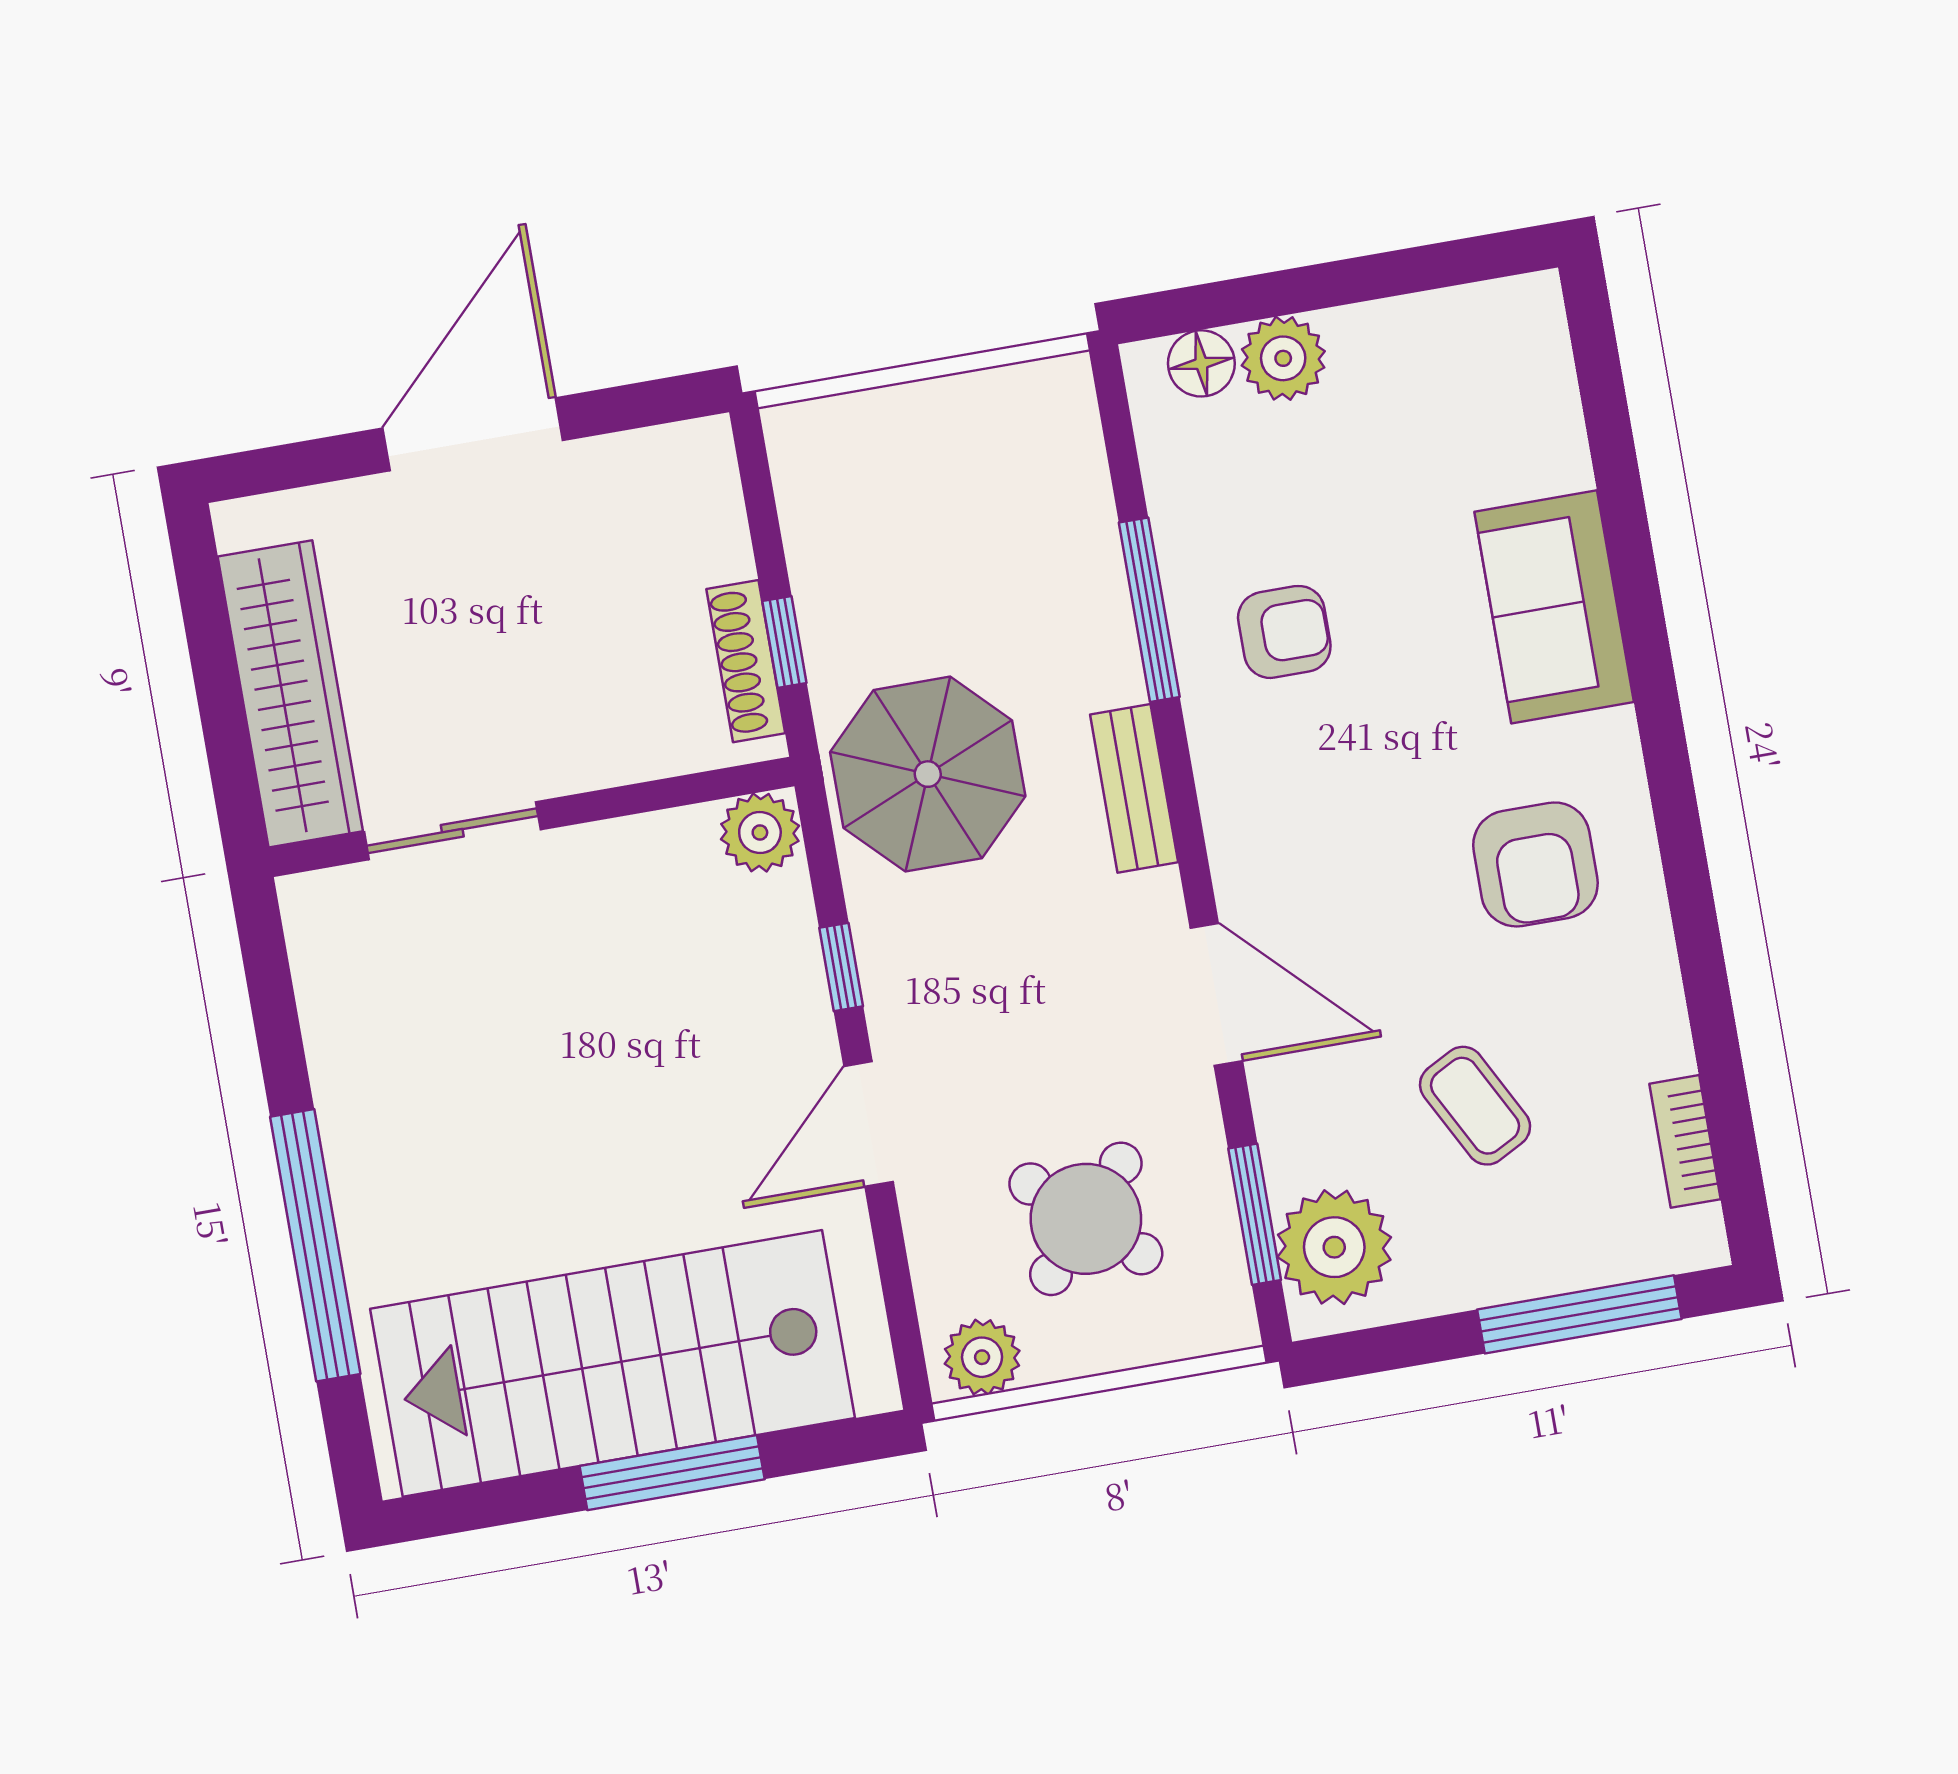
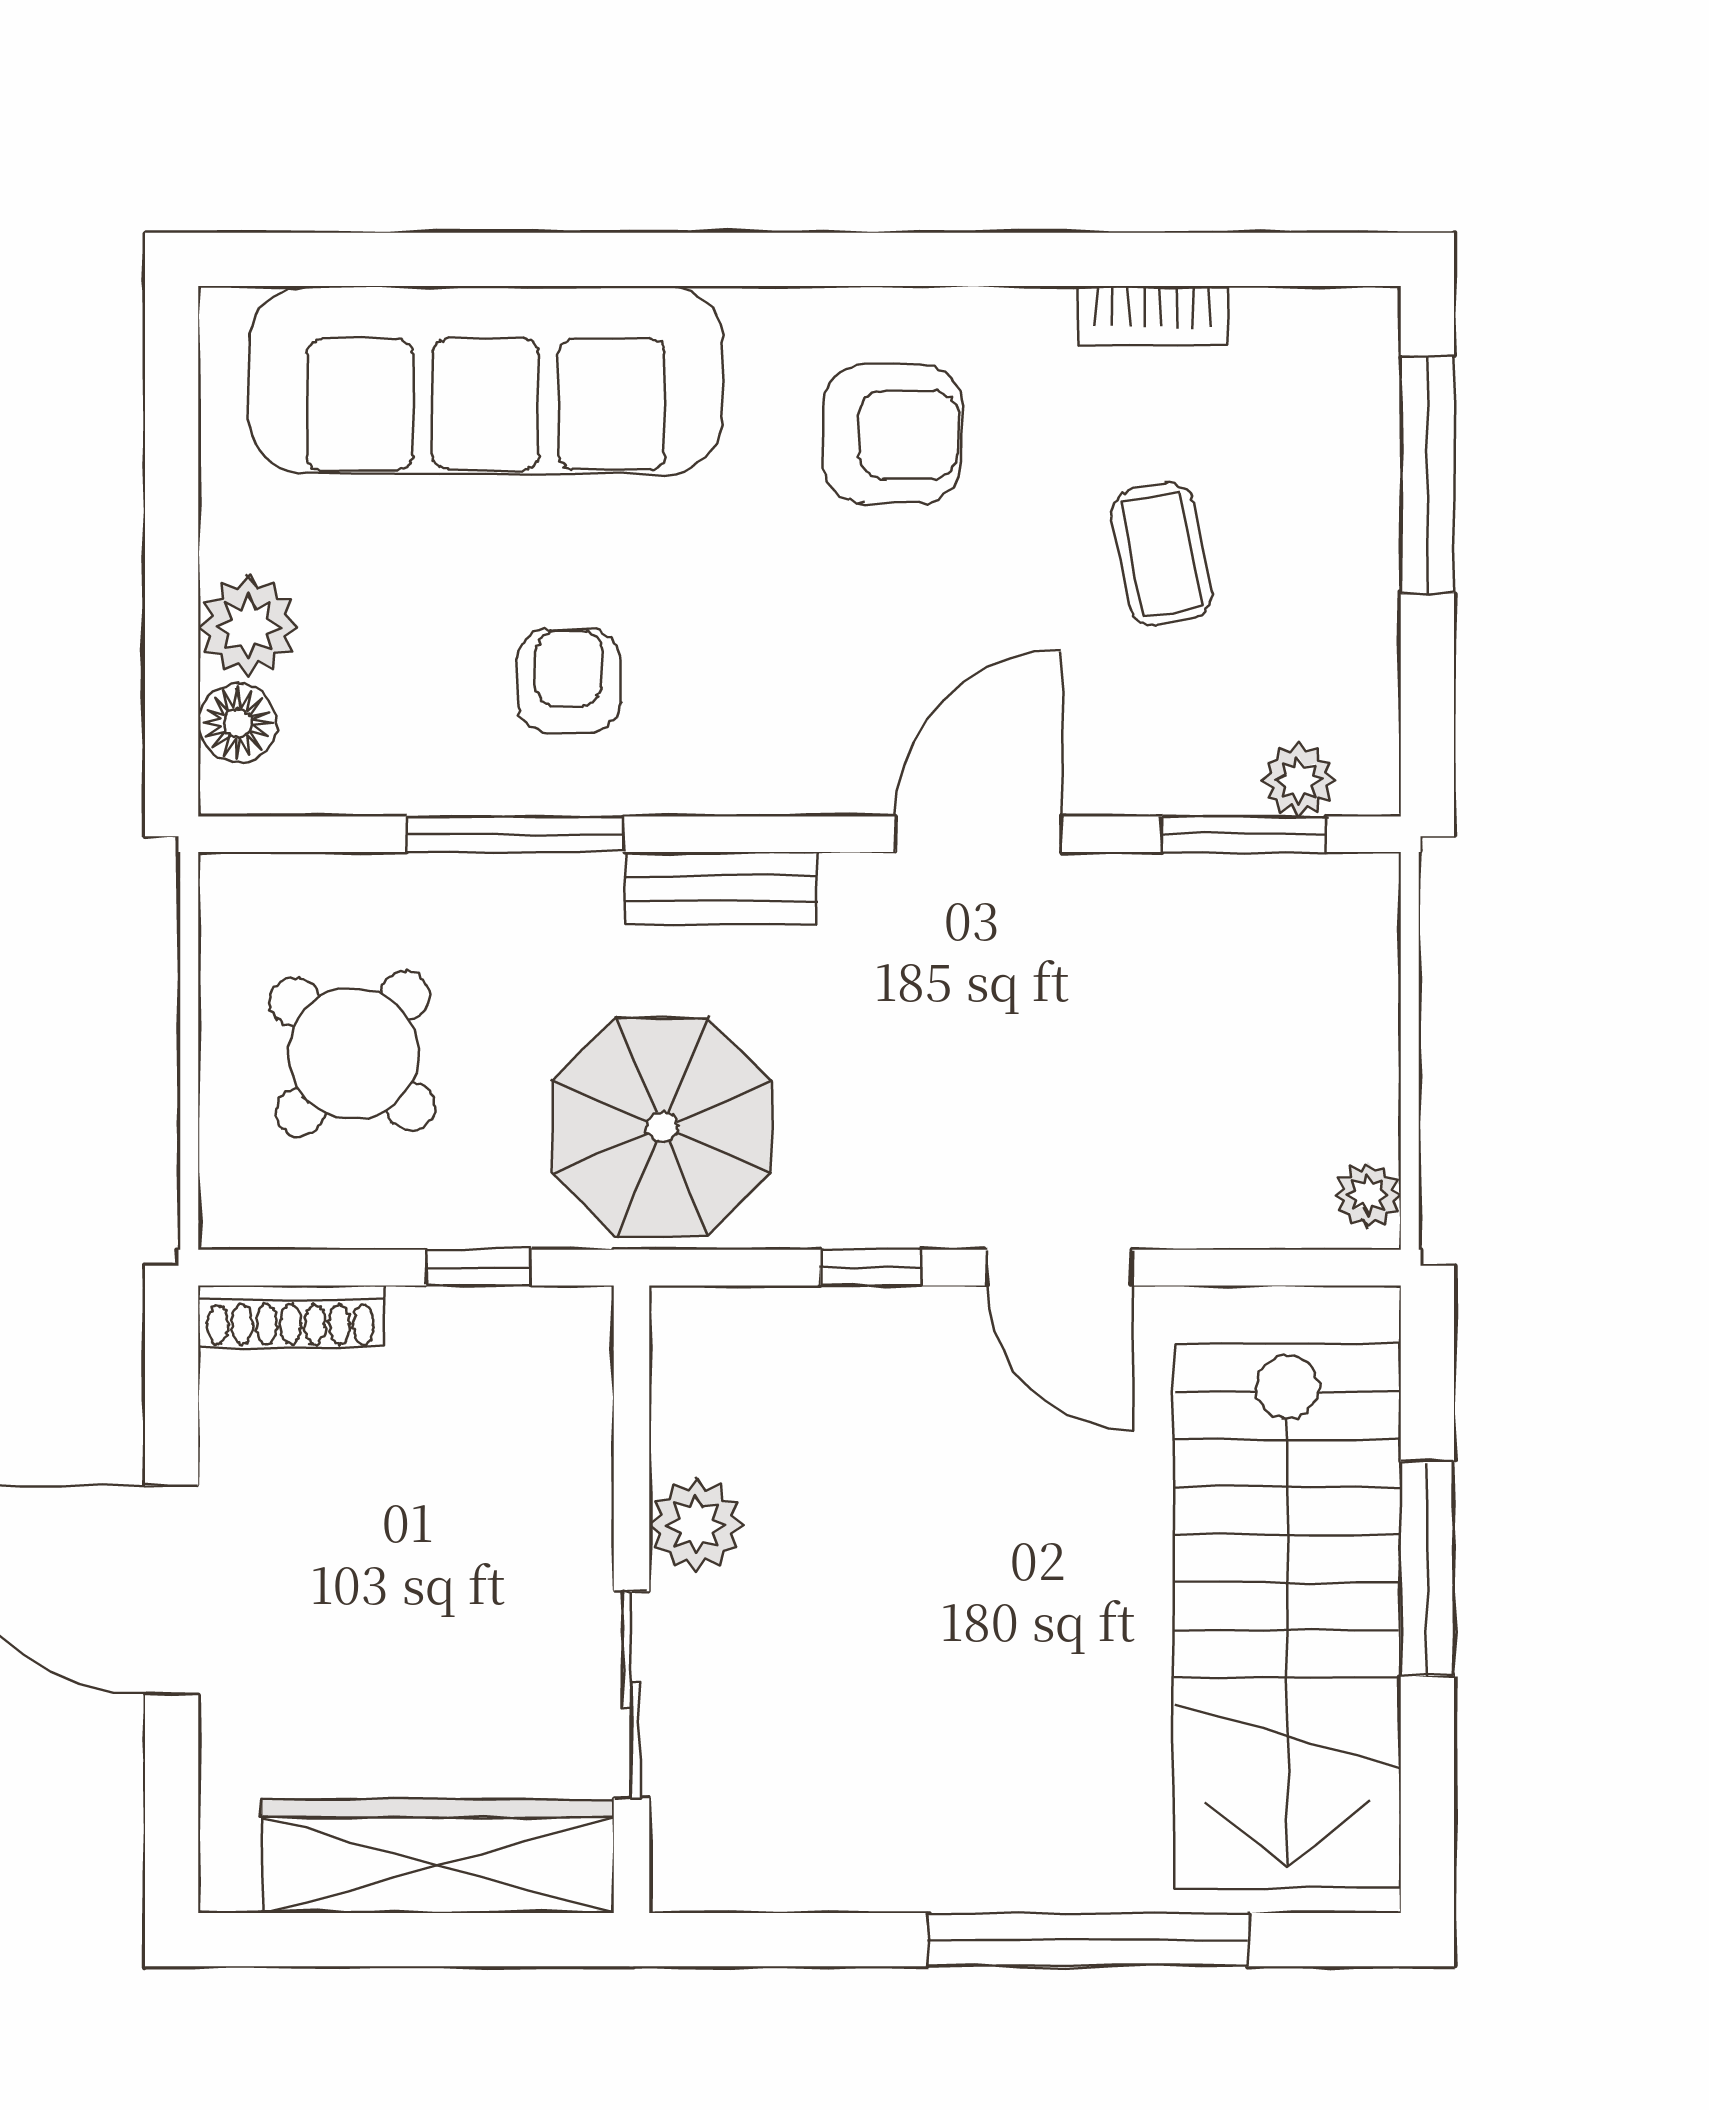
sofa: (1554, 607) -> (486, 380), width x1.85, depth x1.27
shoe rack: (746, 661) -> (291, 1317), moved
plant: (760, 833) -> (696, 1525), moved
coffee table: (1475, 1106) -> (1162, 554), turned -73
bookcase: (1685, 1141) -> (1153, 316), moved
round table: (1086, 1219) -> (353, 1054), moved
plant: (1334, 1247) -> (1299, 780), width x0.53, depth x0.53
plant: (982, 1357) -> (1368, 1195), width x0.73, depth x0.73

